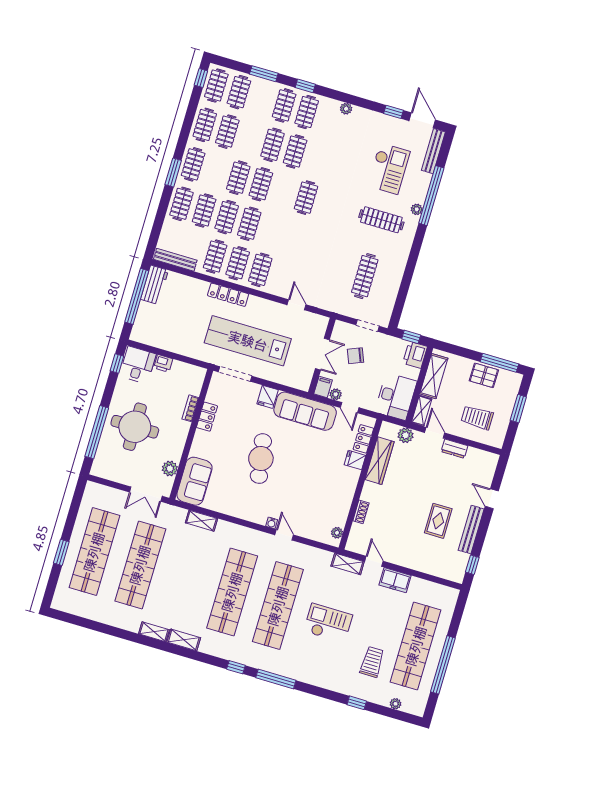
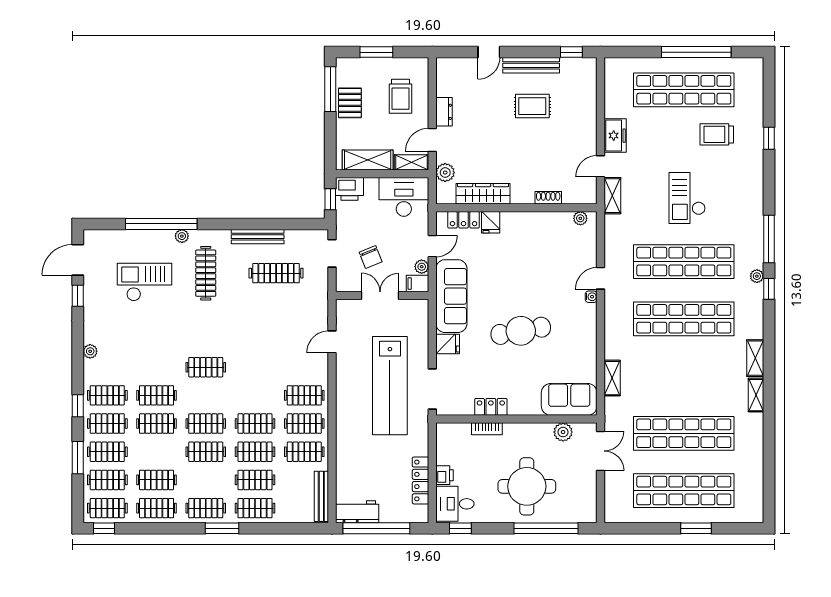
clothes rail: (262, 99) -> (107, 452), added
bench: (433, 151) -> (258, 237), moved
locker: (228, 295) -> (421, 480), moved, turned 180
plant: (396, 704) -> (757, 276), moved

